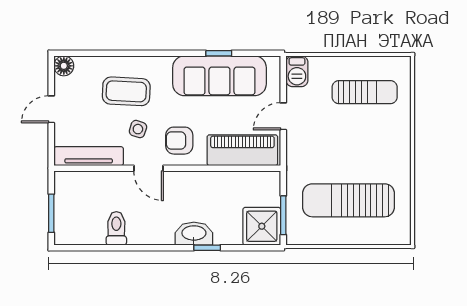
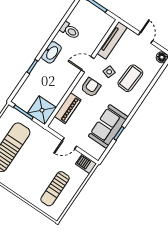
sofa: (219, 76) -> (108, 126), width x0.73
door: (283, 116) -> (69, 143), swing flipped
piano: (242, 150) -> (68, 108), width x0.73, depth x0.75
shower: (262, 226) -> (42, 110), moved
washbasin: (194, 234) -> (51, 52), moved

